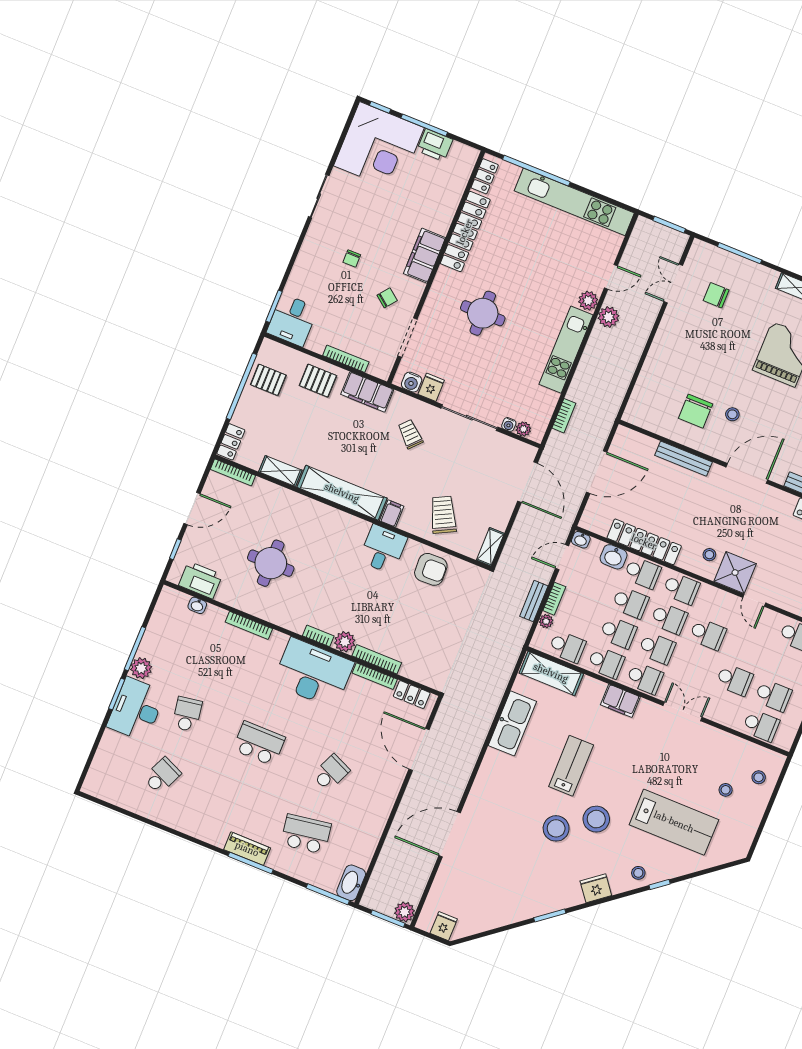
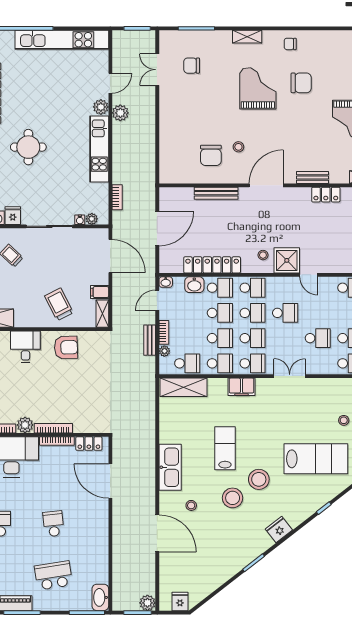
filing cabinet: (392, 514) -> (100, 292), moved, turned -90
kitchen sink: (512, 723) -> (170, 467), moved
school desk: (331, 773) -> (53, 524), turned -30
door: (450, 834) -> (157, 533), swing flipped
stool: (638, 873) -> (191, 505), moved

